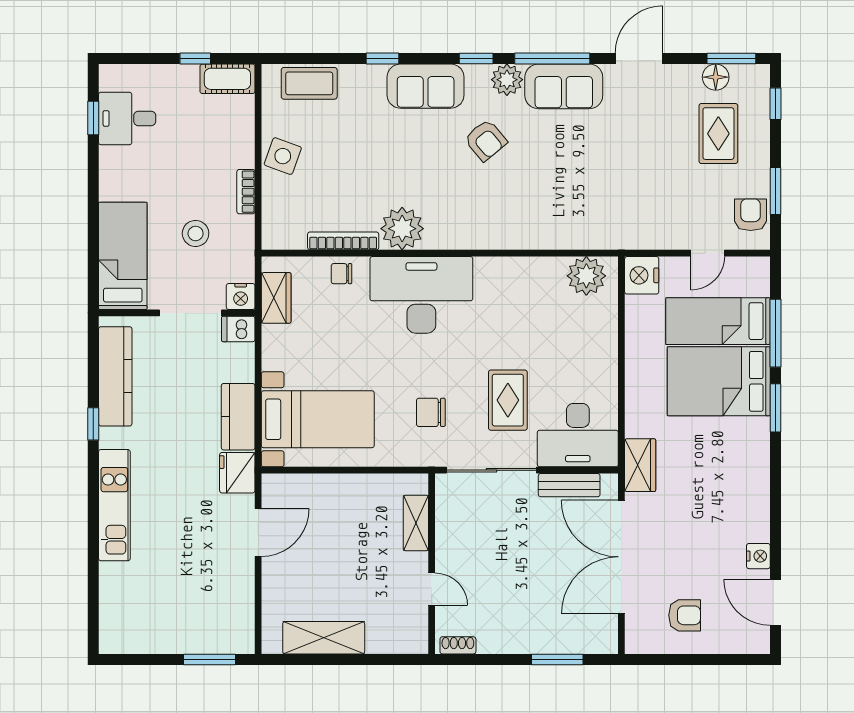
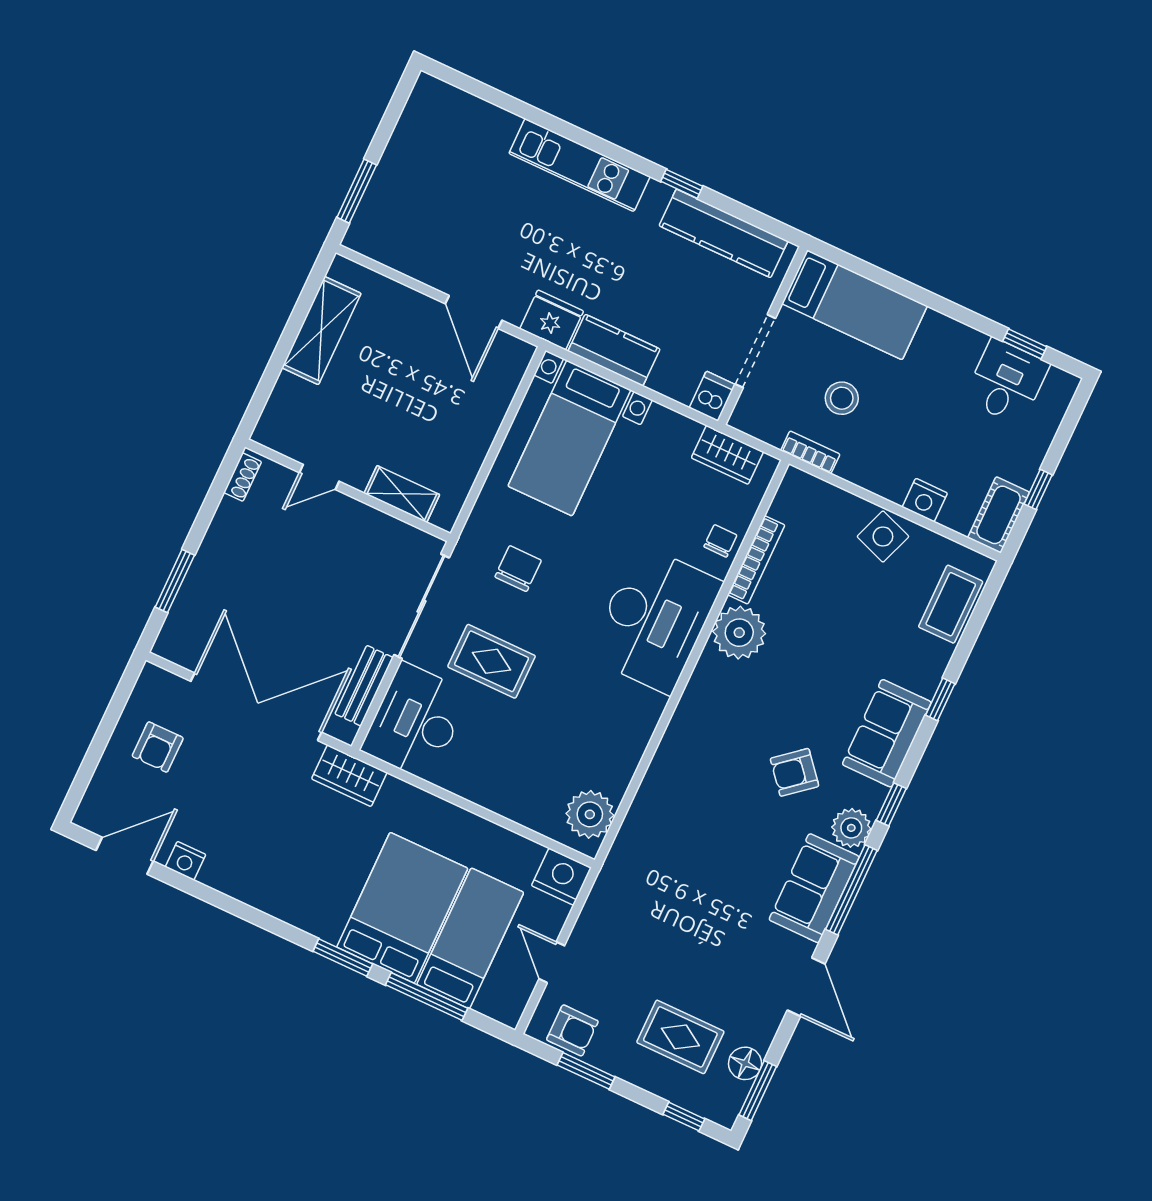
bookcase: (246, 192) -> (810, 452), moved
nightstand: (241, 297) -> (925, 500), moved, turned -90

